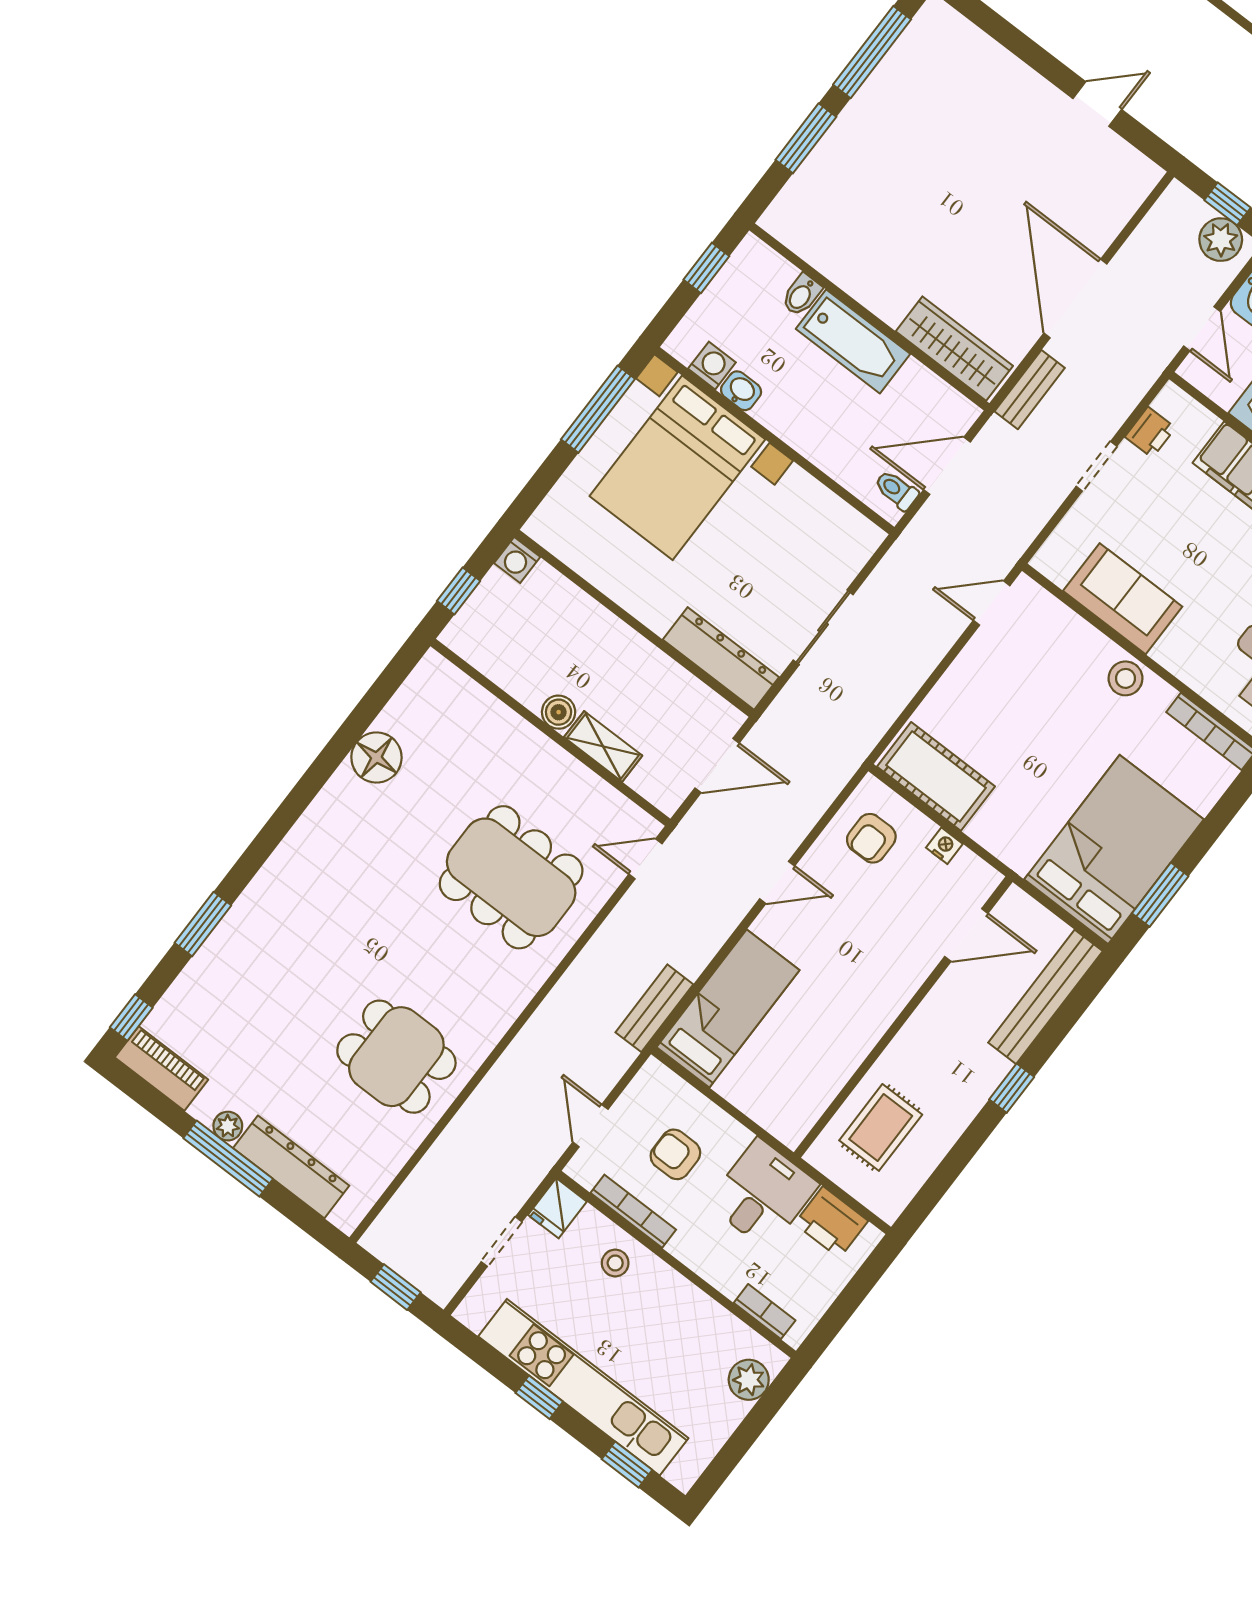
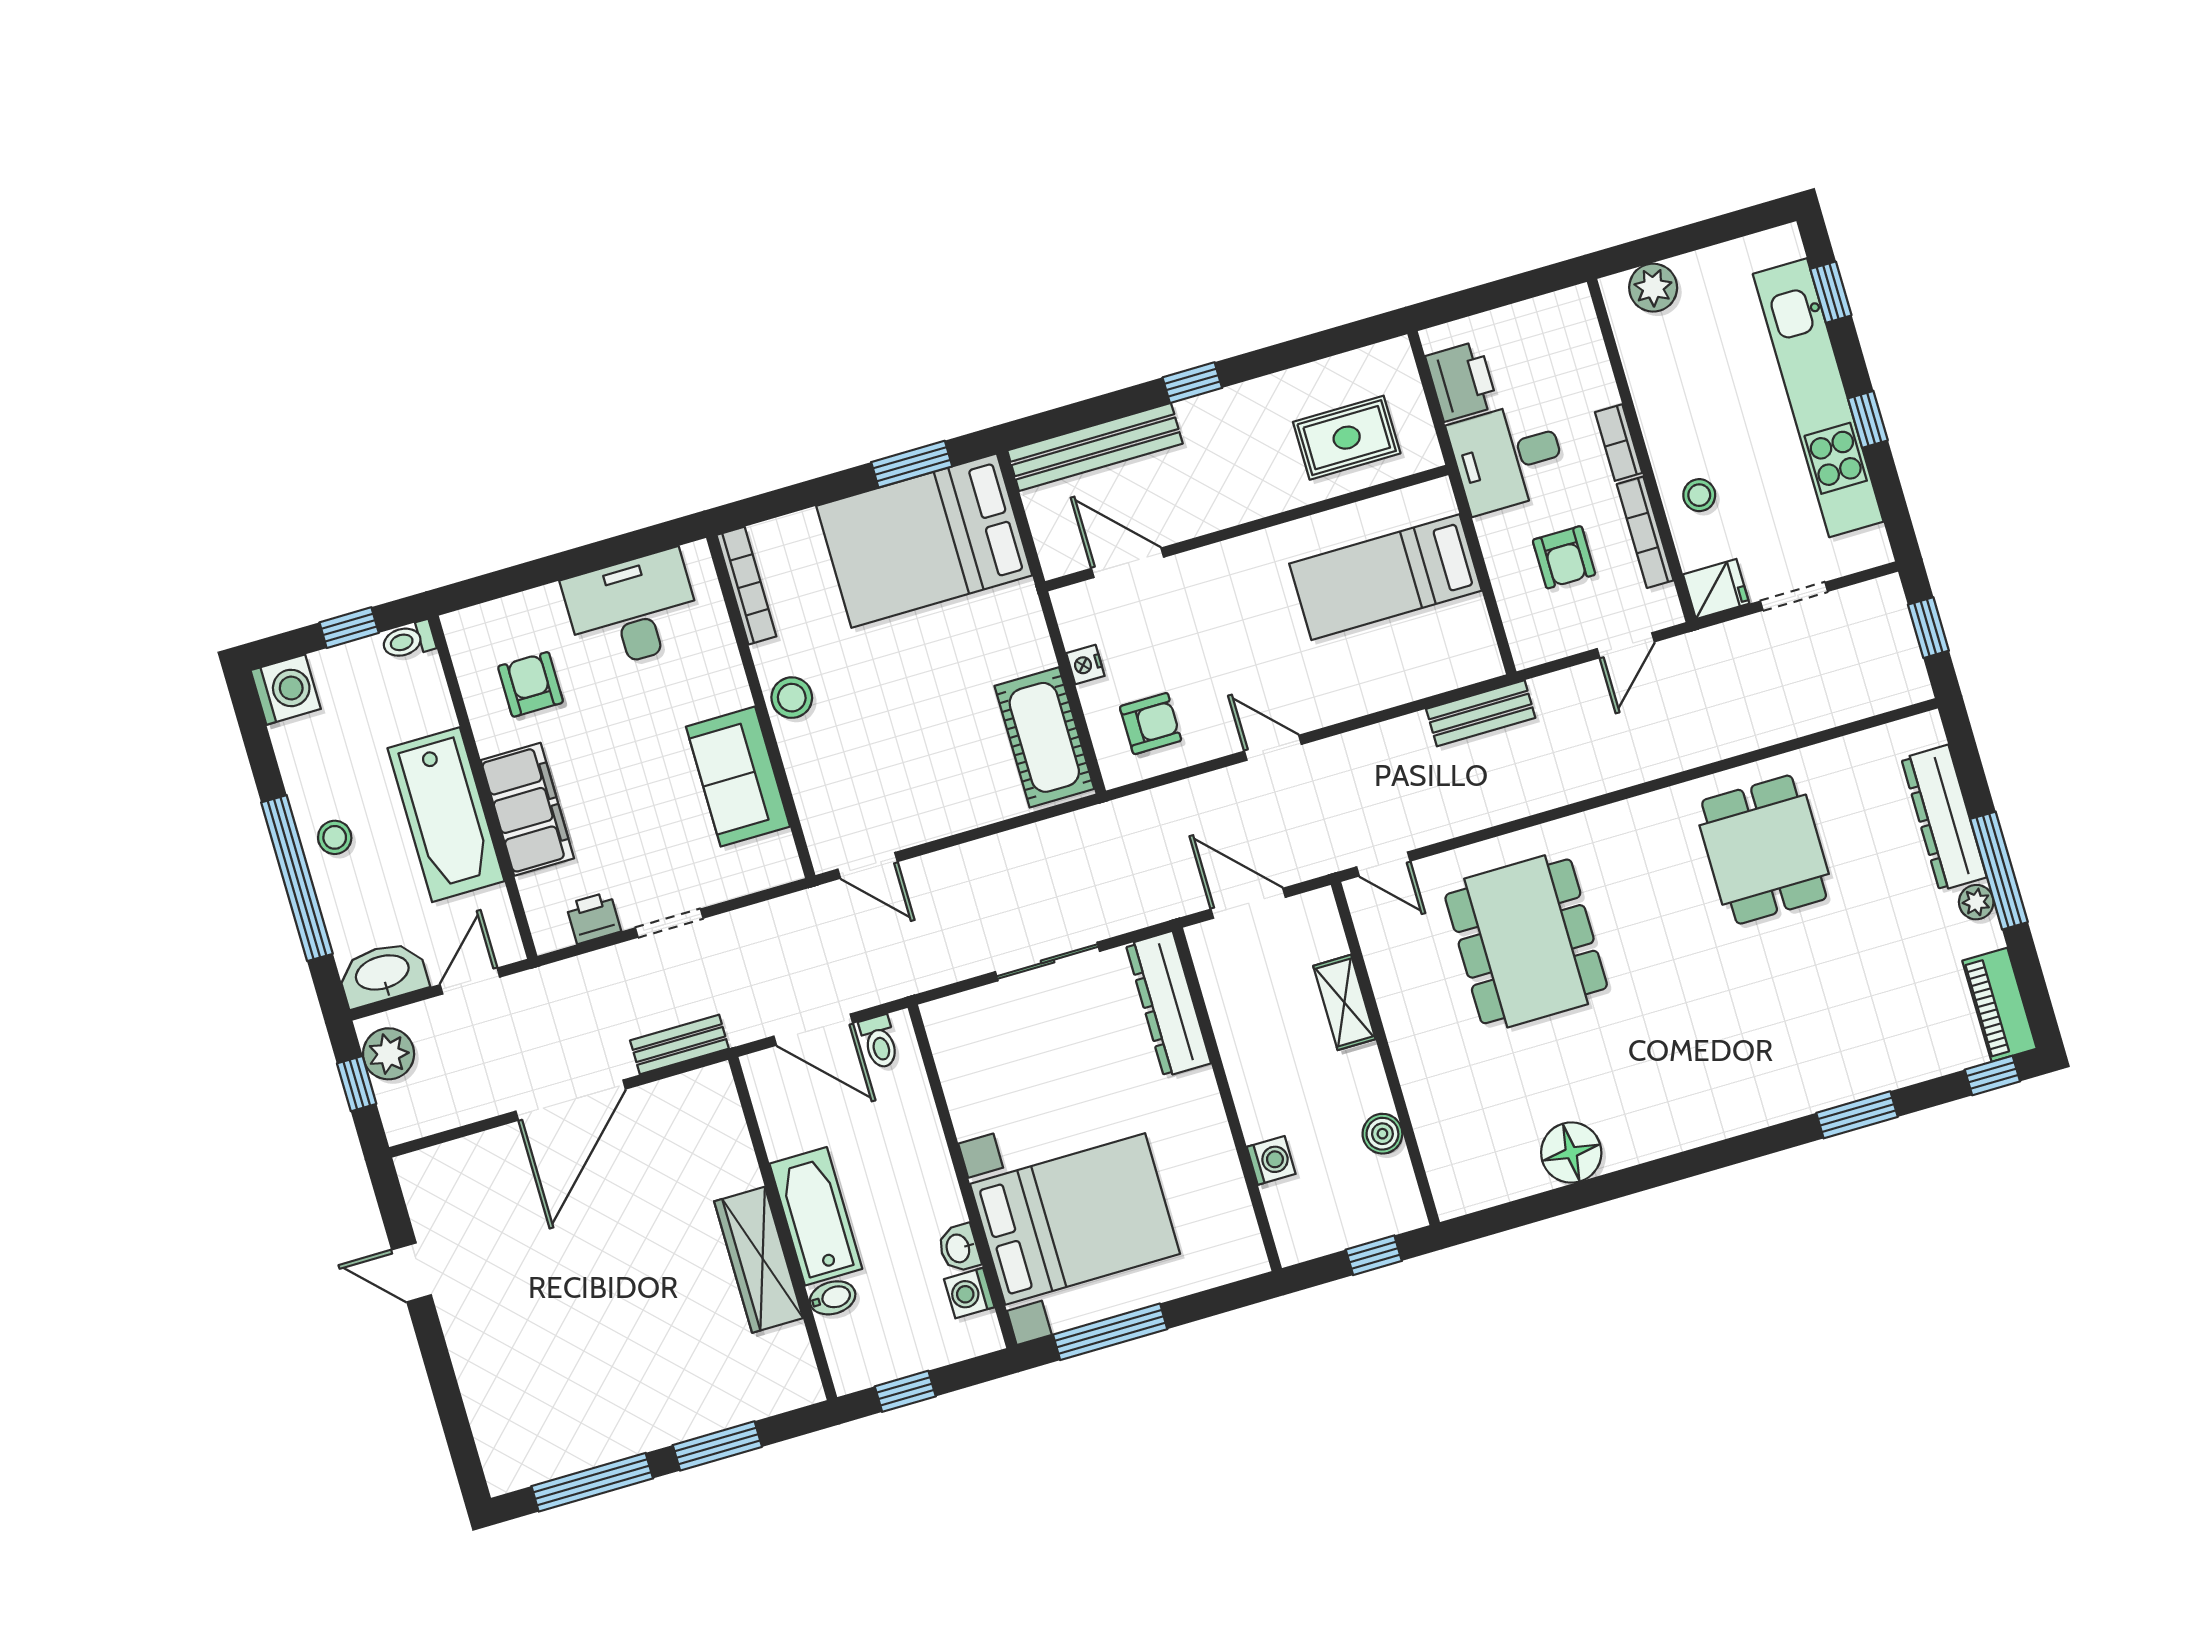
wardrobe: (954, 349) -> (759, 1260), moved
washing machine: (517, 560) -> (1271, 1160), moved
boiler: (559, 712) -> (1382, 1134), moved
bed: (728, 1009) -> (1385, 577), moved
bookcase: (765, 1312) -> (1619, 443), moved

